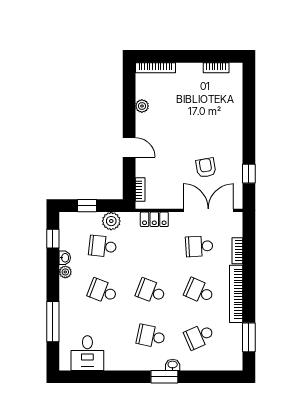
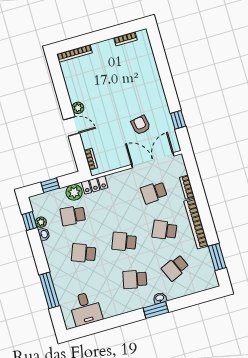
plant: (142, 106) -> (78, 108), moved
locker: (154, 219) -> (95, 185), moved
plant: (65, 272) -> (41, 222), moved

